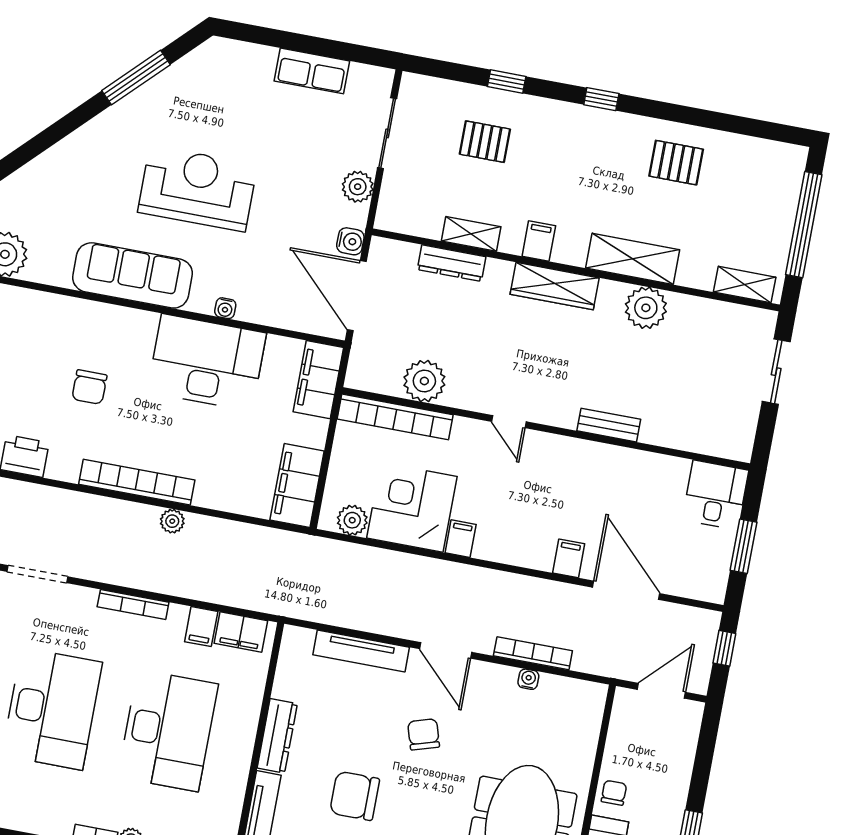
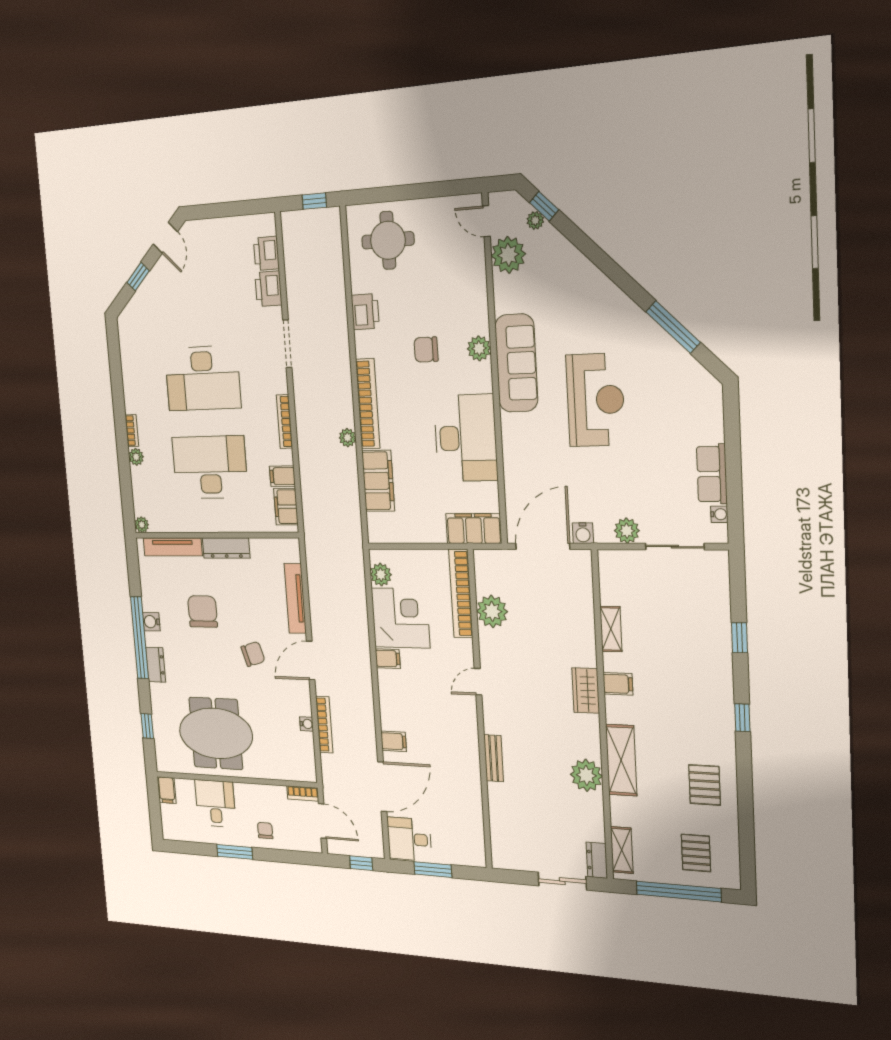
pallet: (485, 142) -> (696, 853), moved
dresser: (452, 263) -> (597, 860), moved, width x0.70
wardrobe: (555, 286) -> (586, 690), width x0.67
water cooler: (225, 308) -> (719, 514), moved, turned 180
plant: (104, 318) -> (479, 348), added
filing cabinet: (297, 485) -> (378, 481), moved, turned 90
desk: (715, 495) -> (409, 839), moved, turned 180
bookcase: (621, 710) -> (303, 793), added
desk: (168, 730) -> (210, 467), turned 180
chair: (614, 793) -> (265, 830), moved, turned -90

